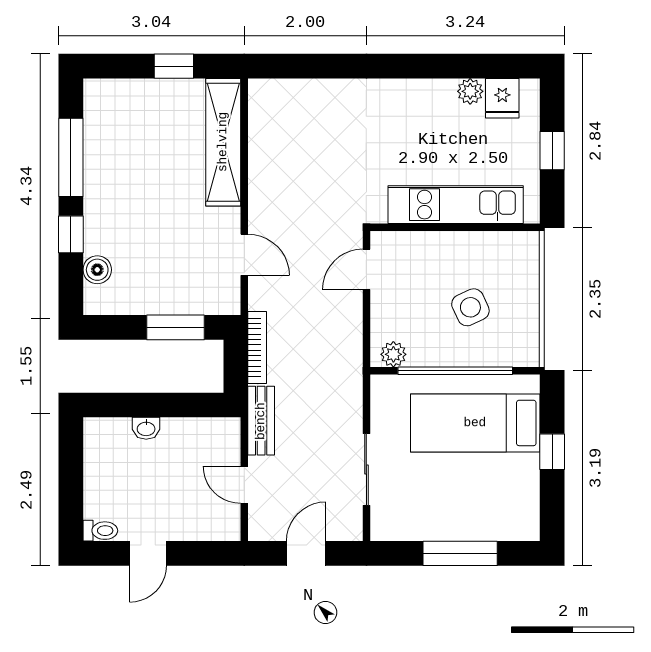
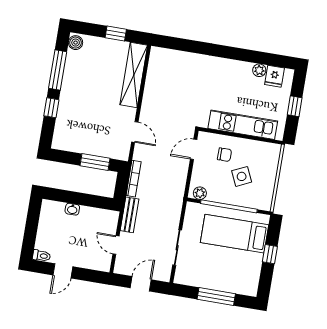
boiler: (97, 270) -> (76, 43), moved
chair: (429, 270) -> (224, 155), added

